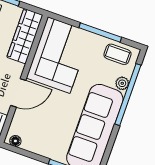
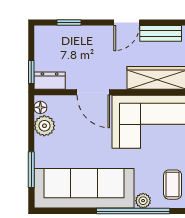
plant: (32, 143) -> (44, 126), added

